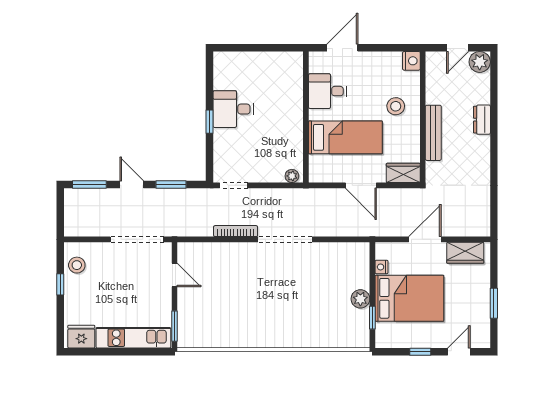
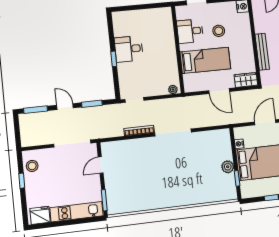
stool: (396, 106) -> (219, 31), moved
door: (175, 275) -> (101, 165), swing flipped

